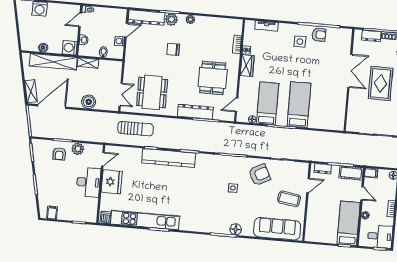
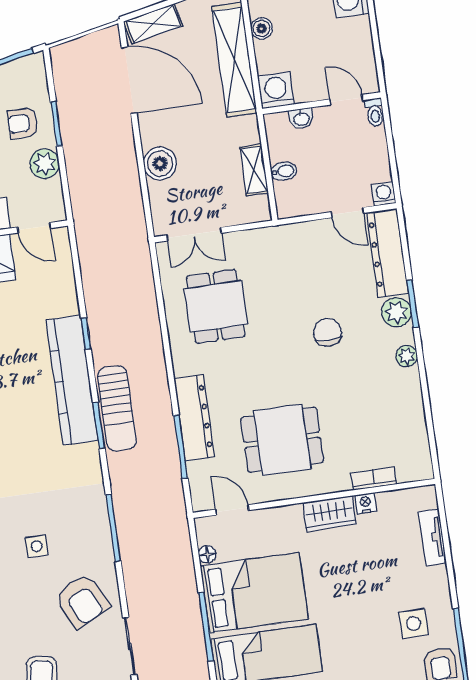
washing machine: (120, 41) -> (384, 194), moved
shelving: (88, 63) -> (254, 170), moved
dining table: (152, 92) -> (216, 306), width x0.73
bed: (268, 103) -> (254, 593), width x1.50
sun lounger: (136, 129) -> (117, 408), moved

